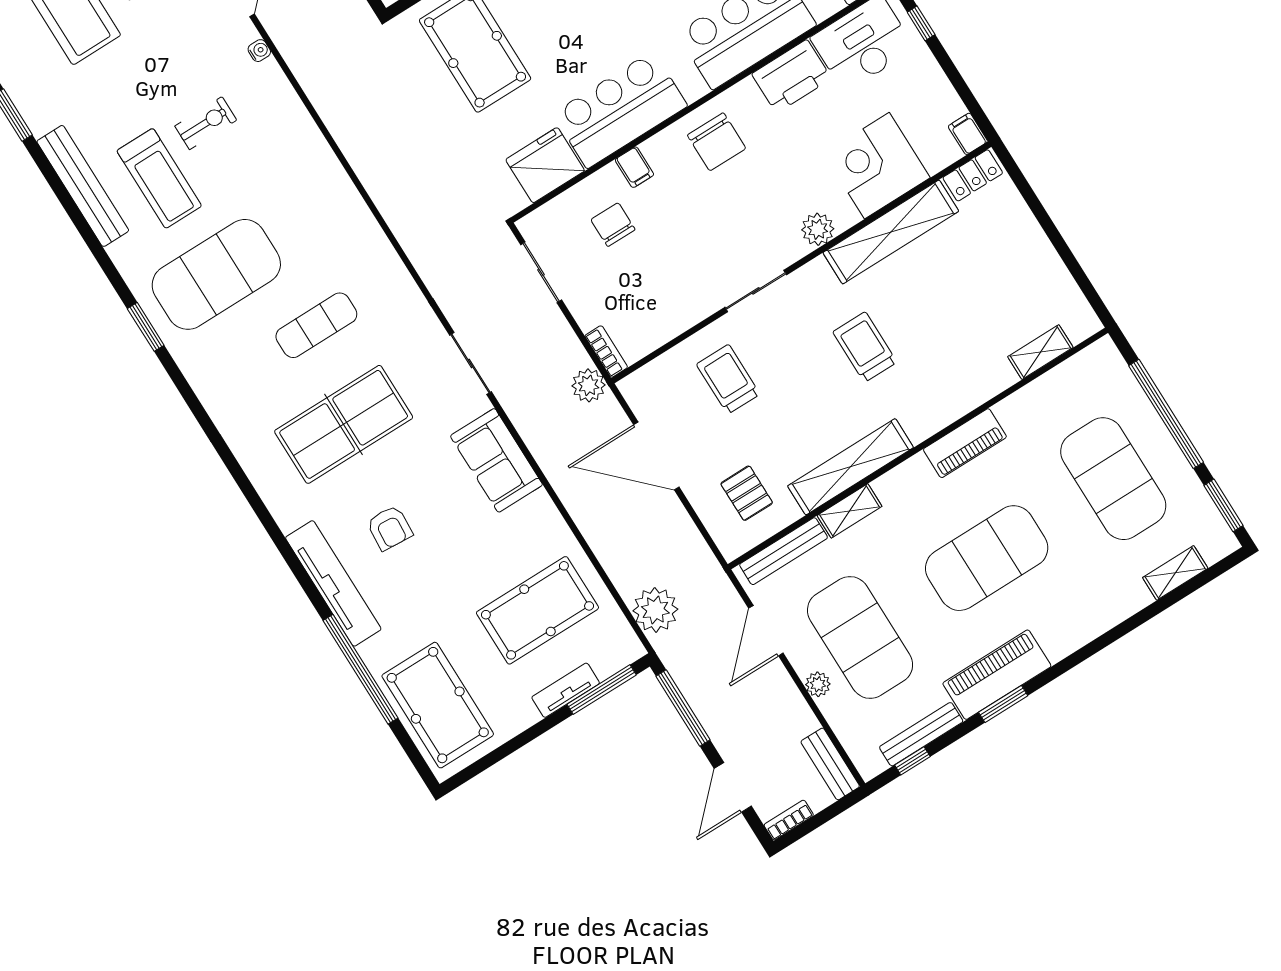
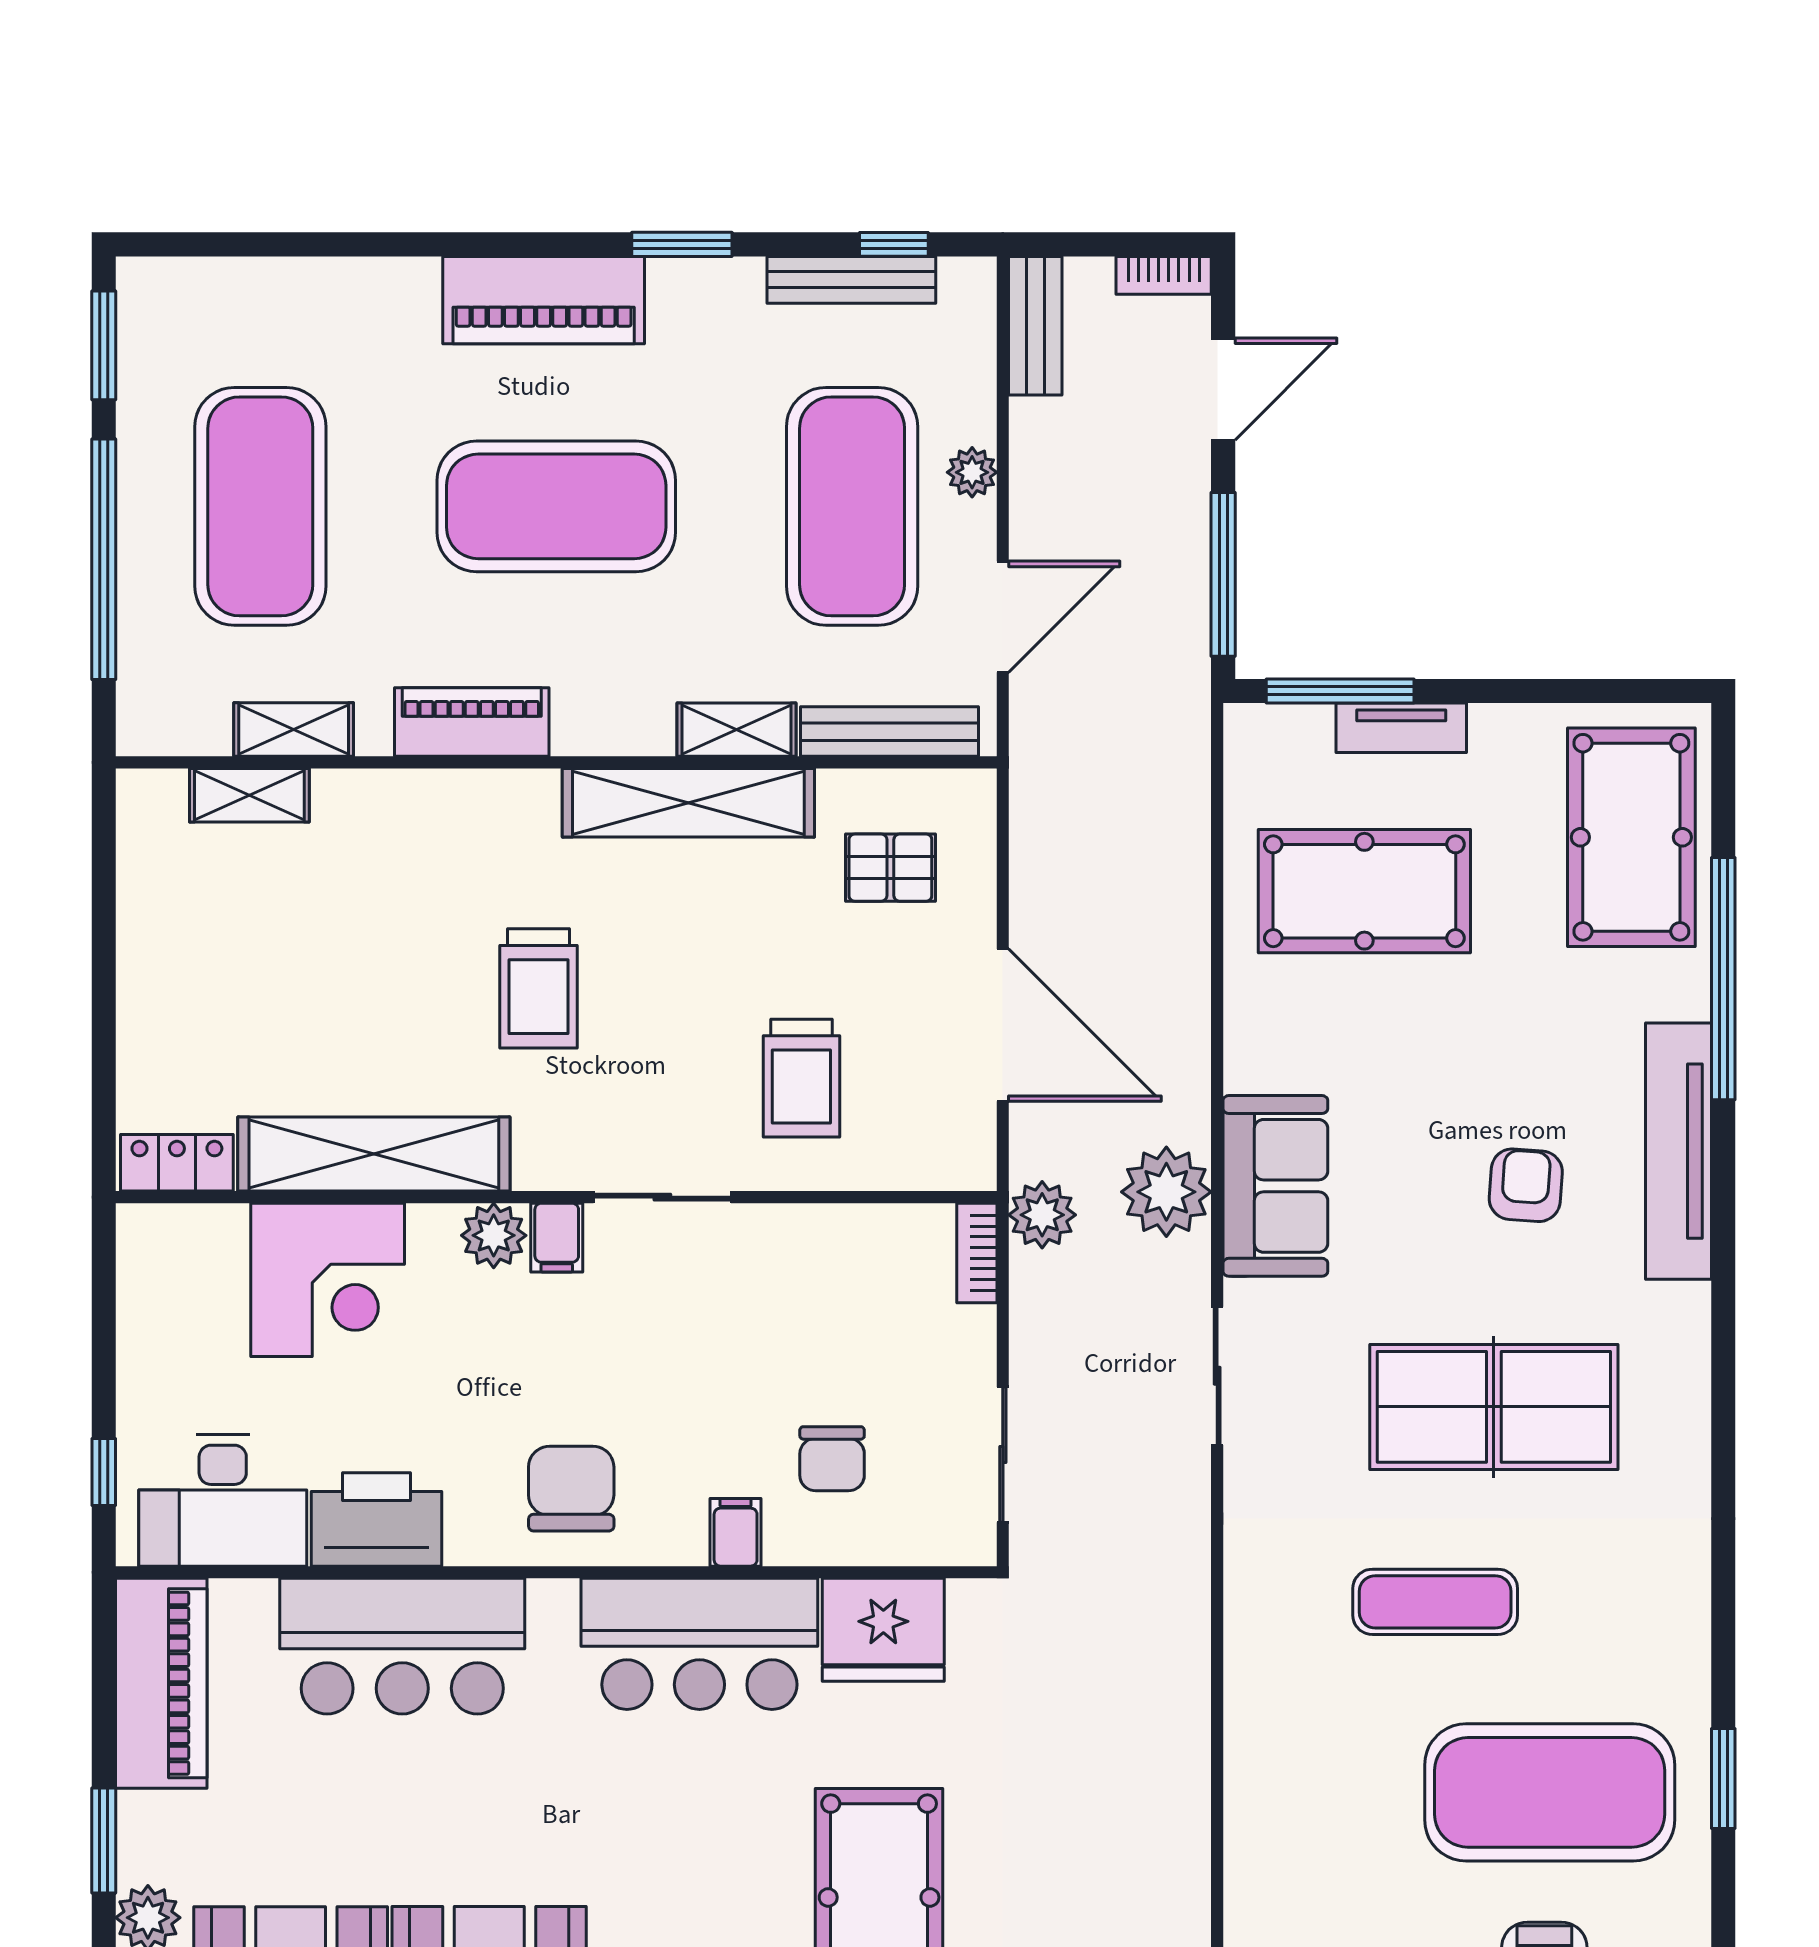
filing cabinet: (968, 134) -> (557, 1238), moved
pallet: (747, 493) -> (890, 868), turned 90
shelving: (1175, 573) -> (294, 730), moved
plant: (655, 610) -> (1166, 1192), moved
piano: (997, 675) -> (544, 300), moved

